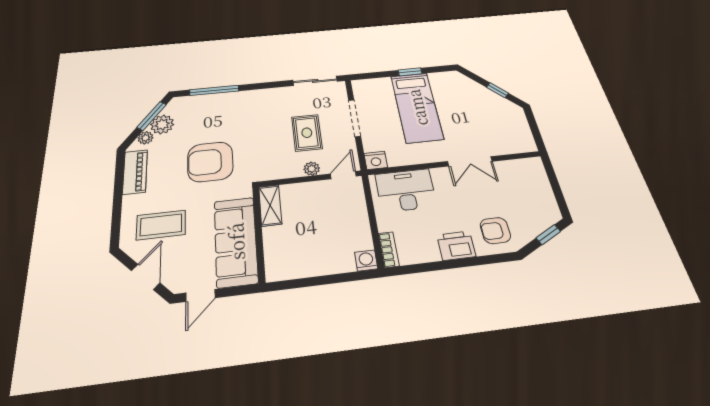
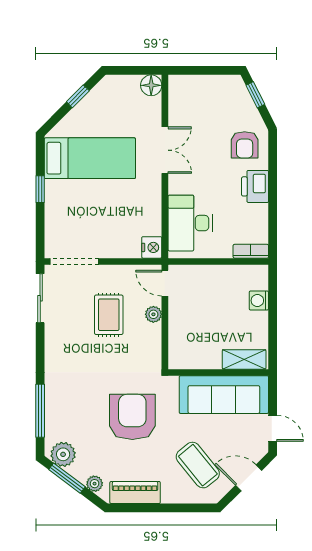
bed: (417, 107) -> (90, 158), moved
doorway: (354, 118) -> (74, 261), moved
plant: (162, 124) -> (63, 454), moved
rug: (307, 133) -> (109, 315), turned 90
floor lamp: (526, 144) -> (151, 85), added
armchair: (210, 162) -> (132, 417), turned 180
shelving: (270, 205) -> (244, 359), moved
coffee table: (161, 225) -> (198, 465), turned -39
washing machine: (366, 260) -> (259, 301), moved

